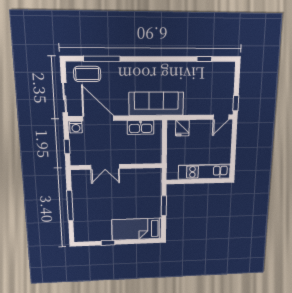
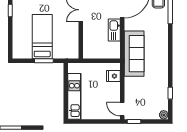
plant: (230, 67) -> (164, 115), added
kitchen sink: (141, 127) -> (114, 30), moved
bed: (137, 229) -> (42, 36), moved

